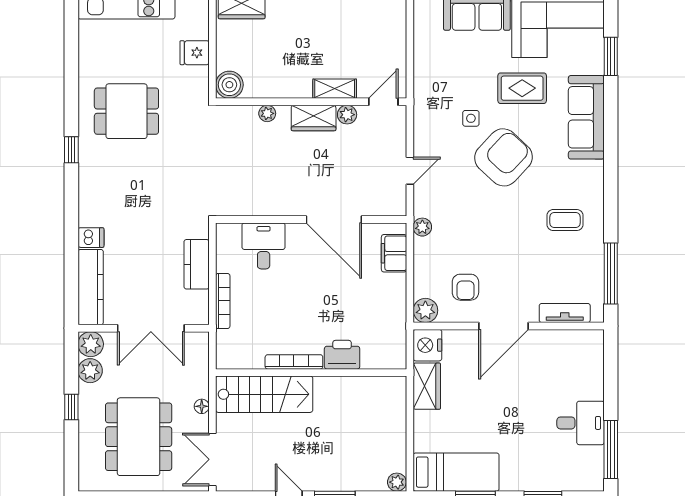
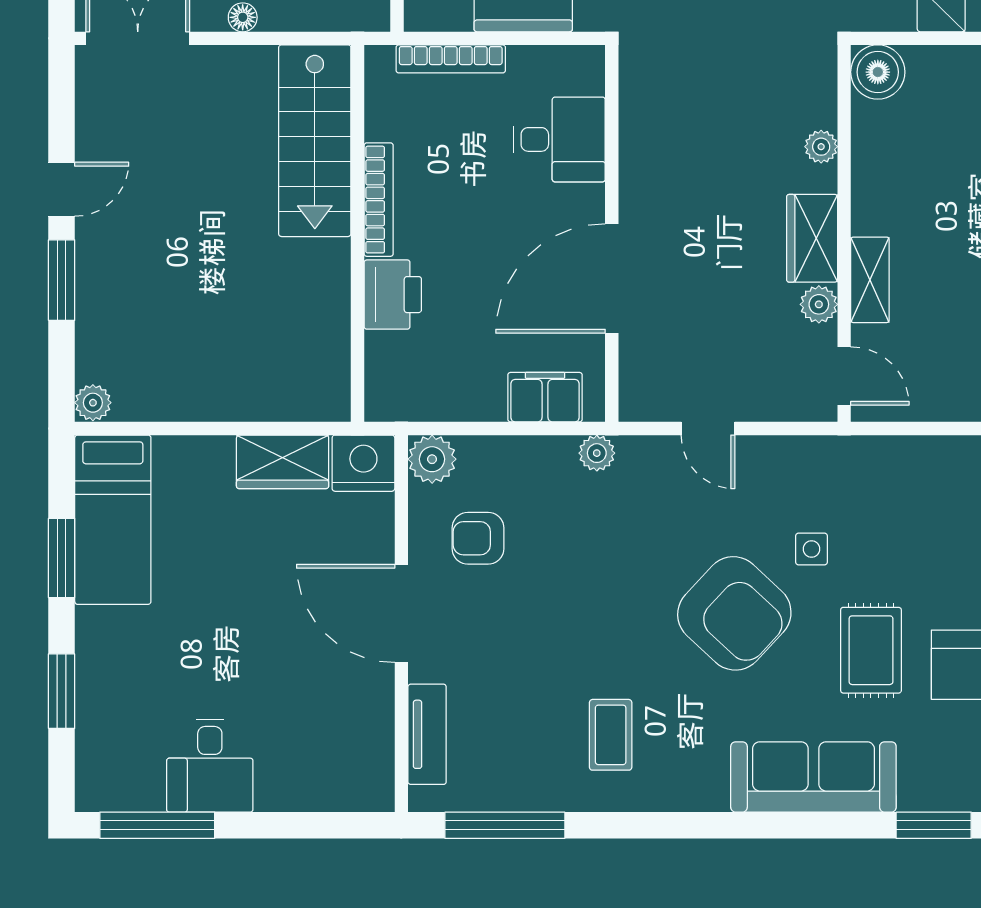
printer: (342, 355) -> (393, 295), moved
bookcase: (294, 362) -> (379, 200), moved
wall: (311, 373) -> (358, 233), moved
stairs: (264, 394) -> (315, 141), moved

